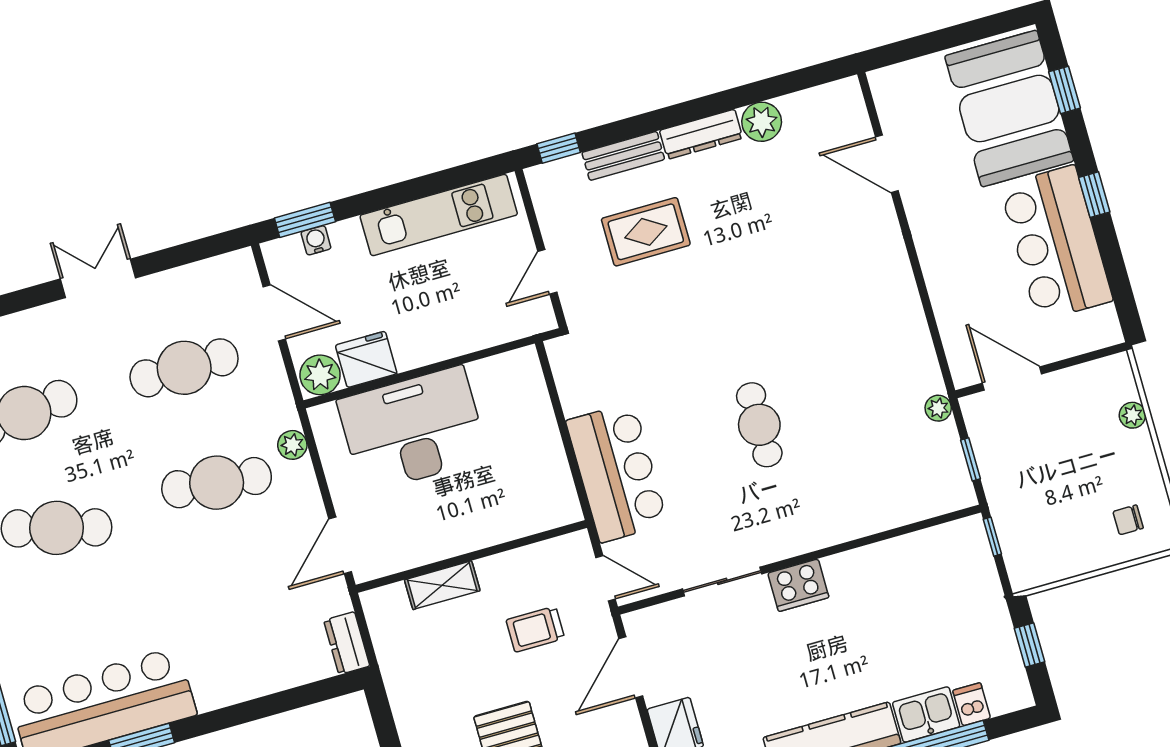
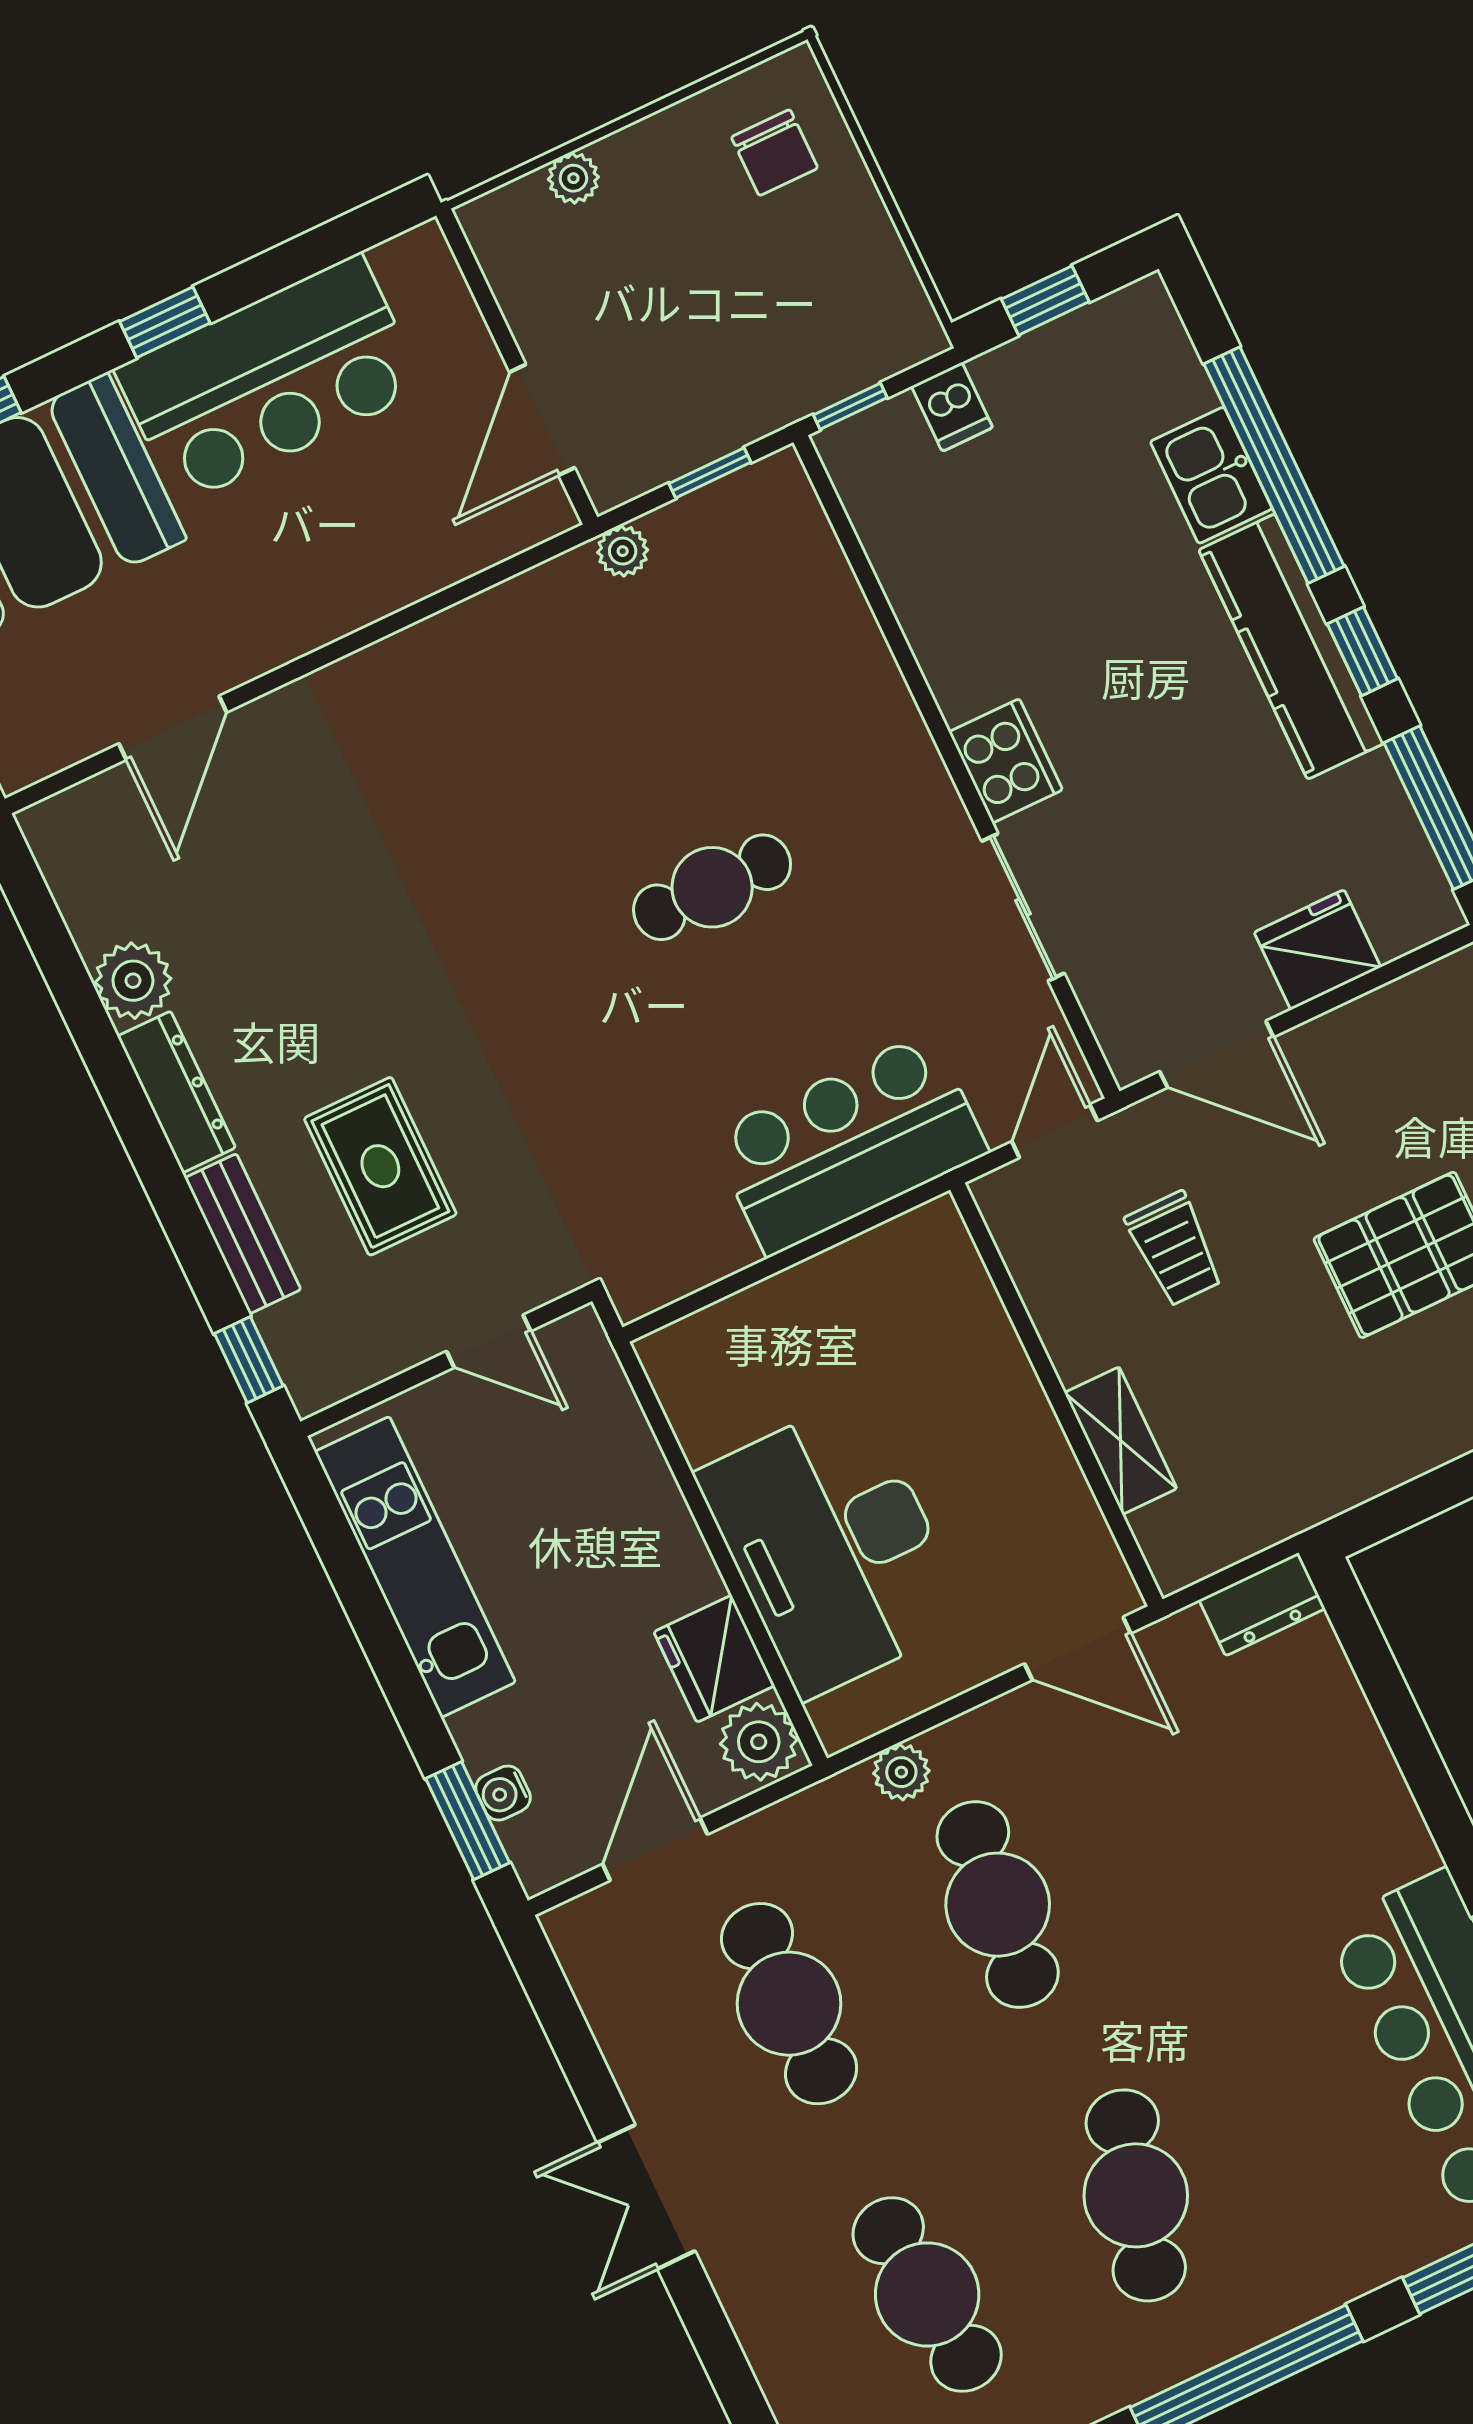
chair: (1128, 520) -> (775, 153), width x1.37, depth x1.37
dishwasher: (972, 704) -> (952, 407), moved, turned -90

